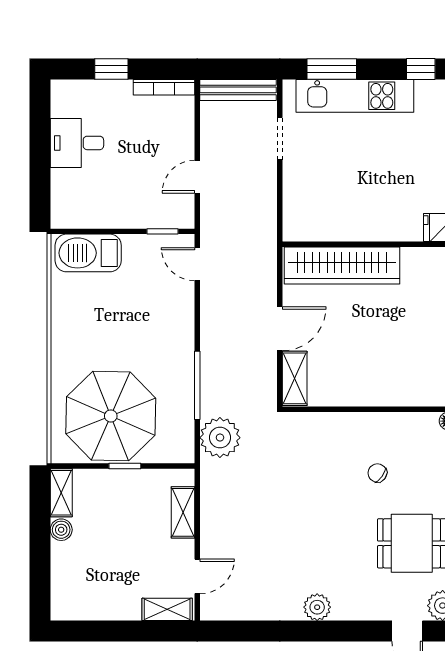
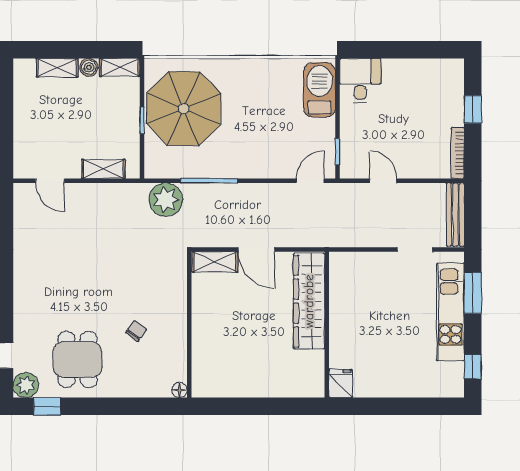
desk: (77, 143) -> (360, 80), moved
plant: (317, 607) -> (24, 281), removed
shelving: (167, 609) -> (57, 68), moved, turned 90

